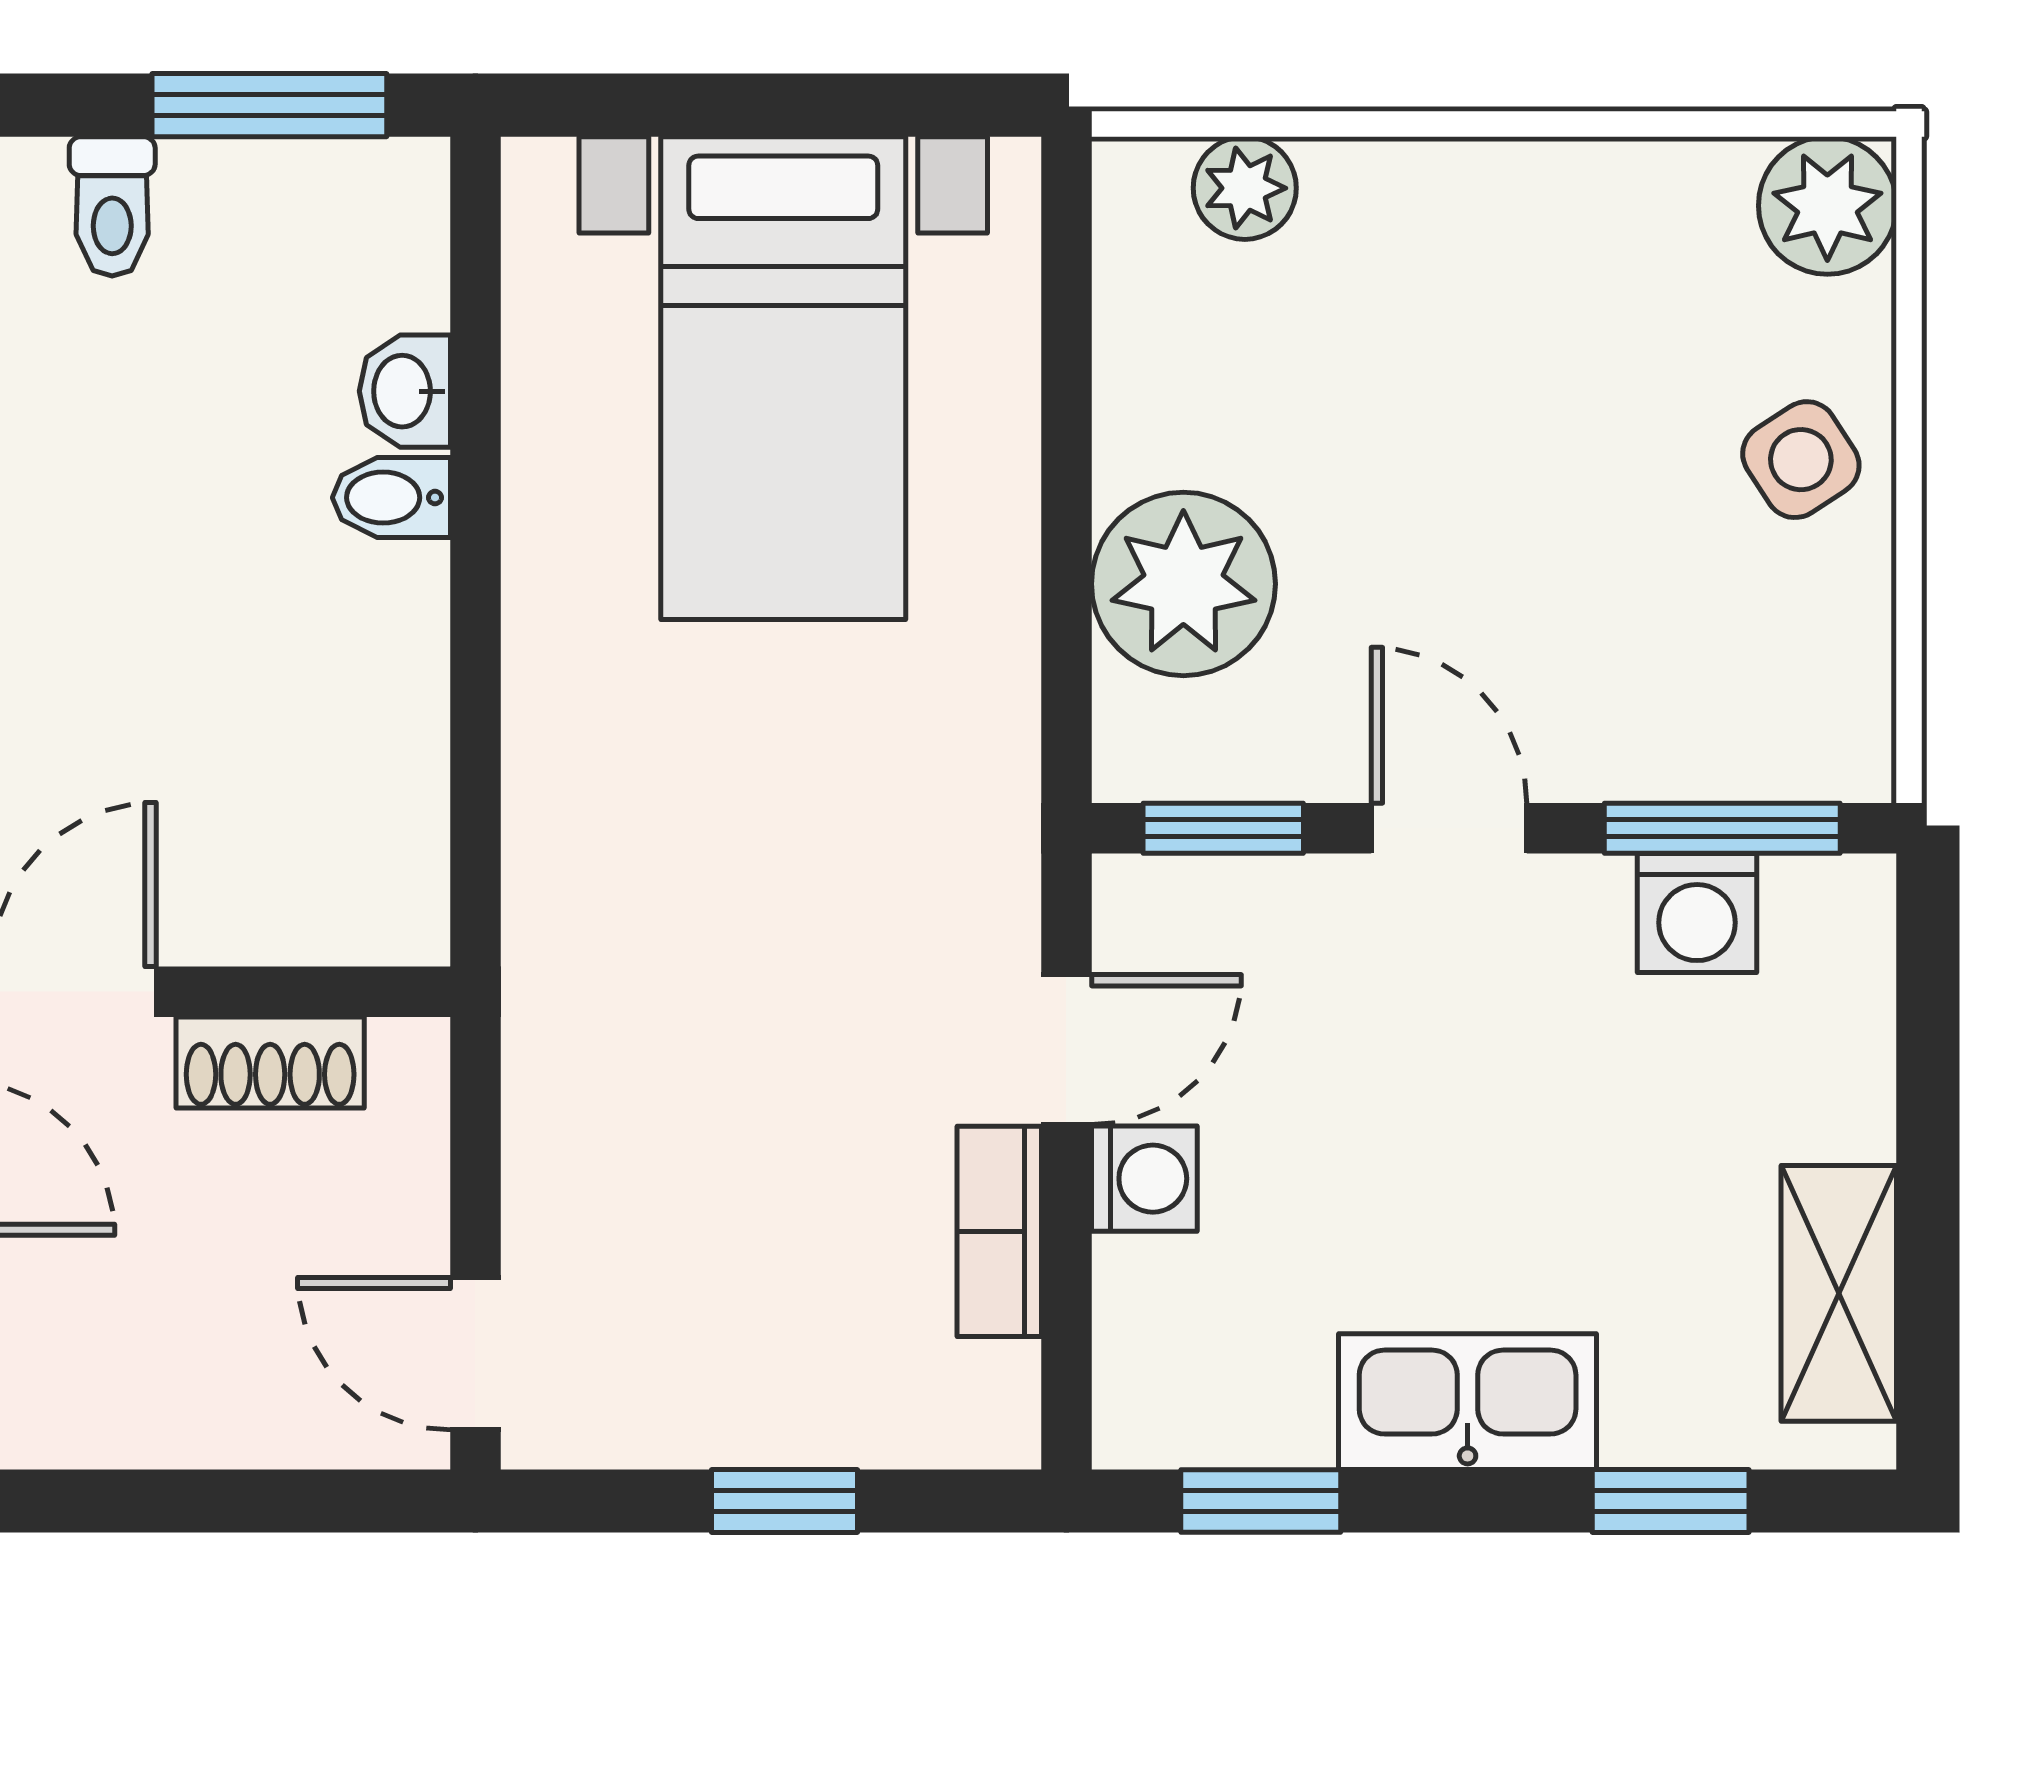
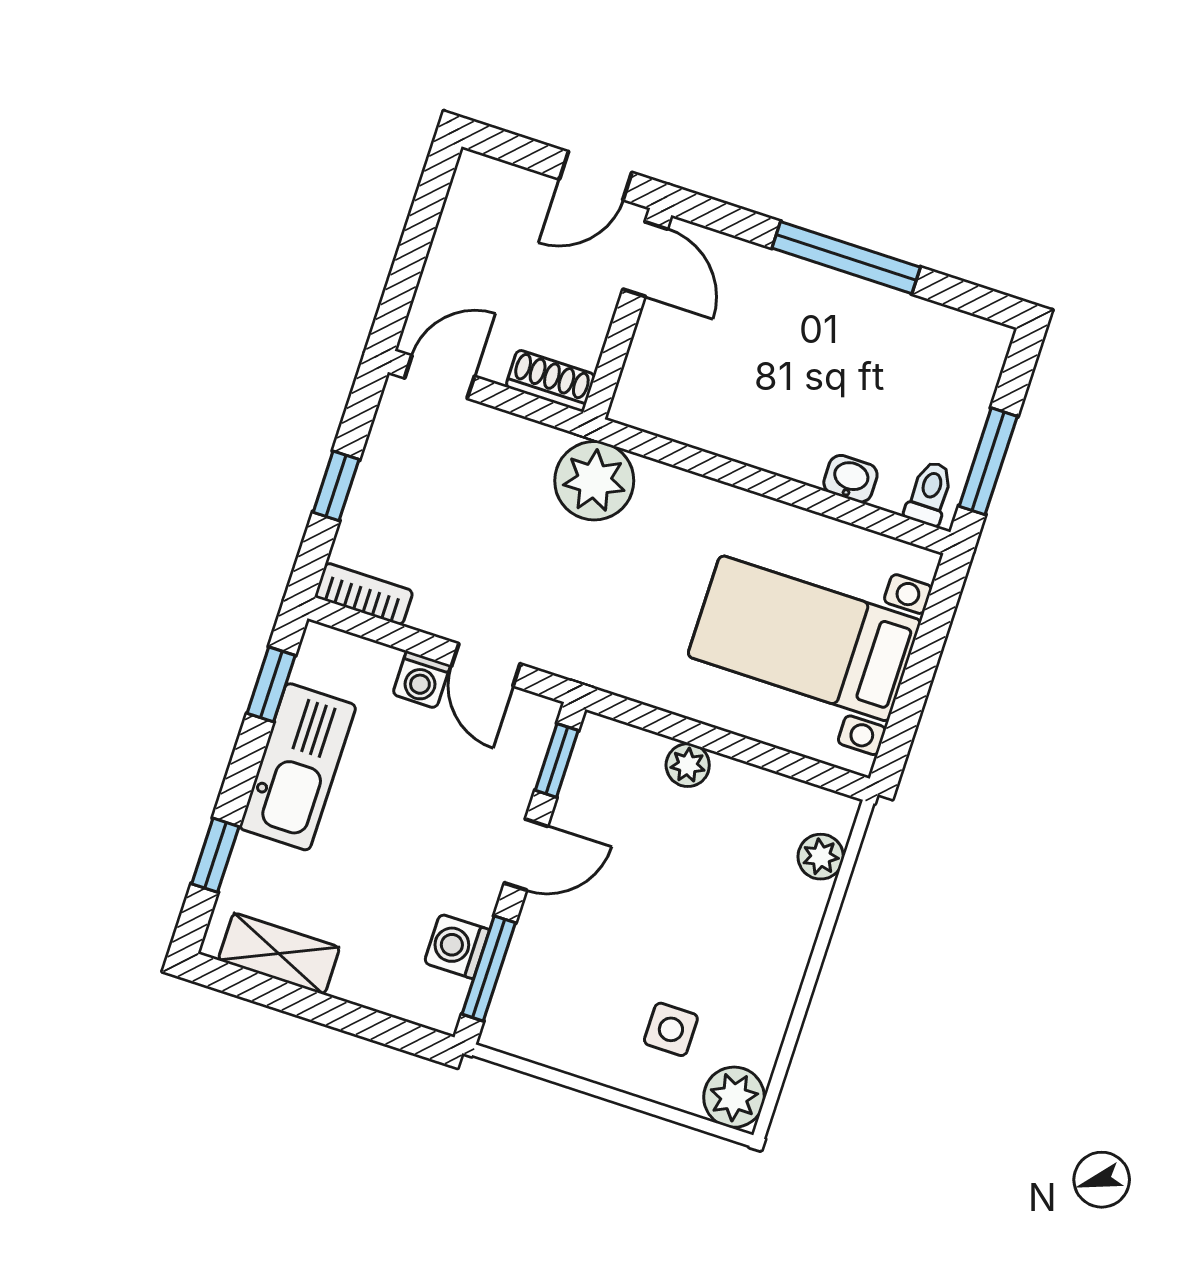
toilet: (112, 206) -> (929, 493), moved, turned 90
side table: (1801, 460) -> (671, 1029), moved, turned 33
bidet: (391, 498) -> (808, 459), removed
plant: (1183, 584) -> (688, 765), width x0.53, depth x0.53
plant: (590, 945) -> (594, 481), added
shoe rack: (270, 1062) -> (550, 381), moved, turned 90
bookcase: (999, 1231) -> (364, 594), moved
kitchen sink: (1468, 1402) -> (298, 767), width x1.36, depth x1.24

